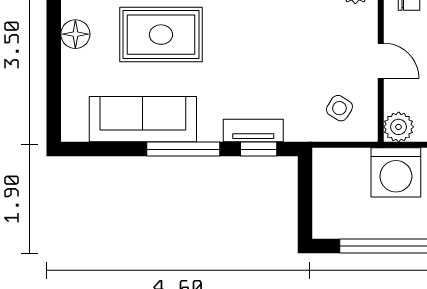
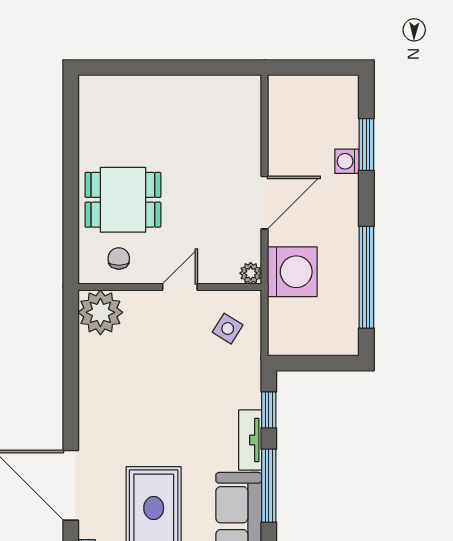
plant: (399, 127) -> (251, 273), width x0.73, depth x0.73
tv unit: (253, 130) -> (250, 440), moved

